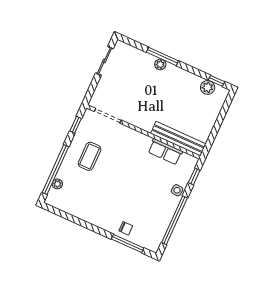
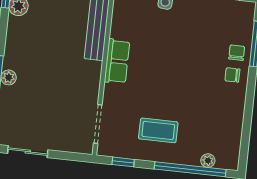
row of seats: (165, 152) -> (117, 61), moved
chair: (111, 220) -> (232, 75), added

